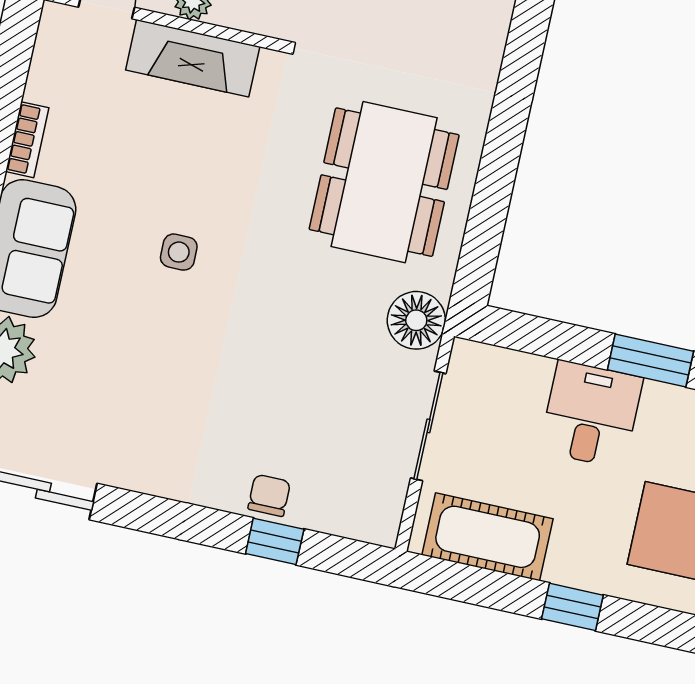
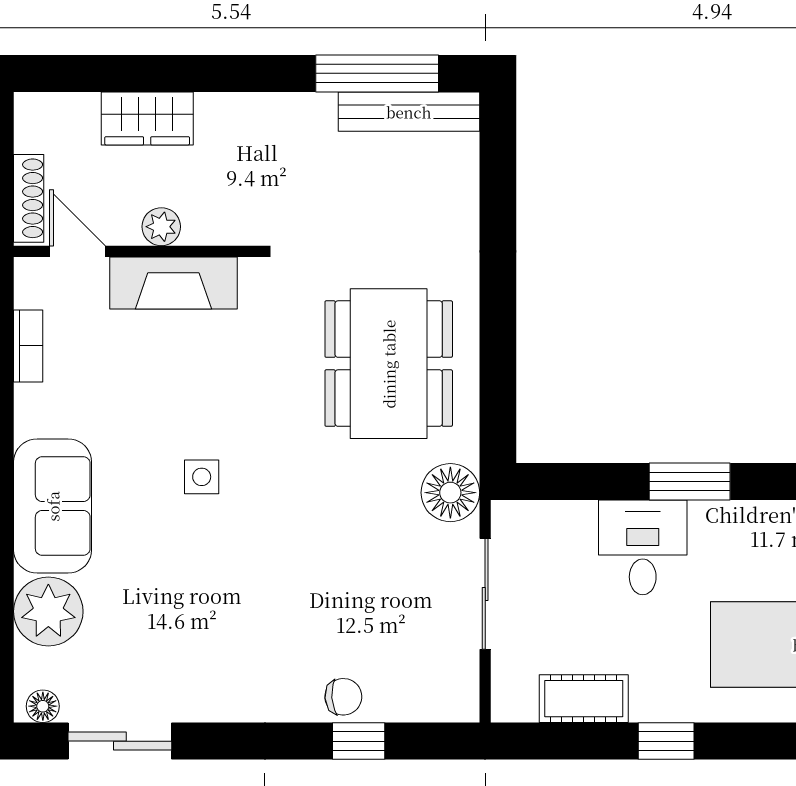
bookcase: (27, 140) -> (28, 346), moved
chair: (269, 495) -> (343, 697), turned 86
cot: (488, 537) -> (584, 699), width x0.73, depth x0.75

